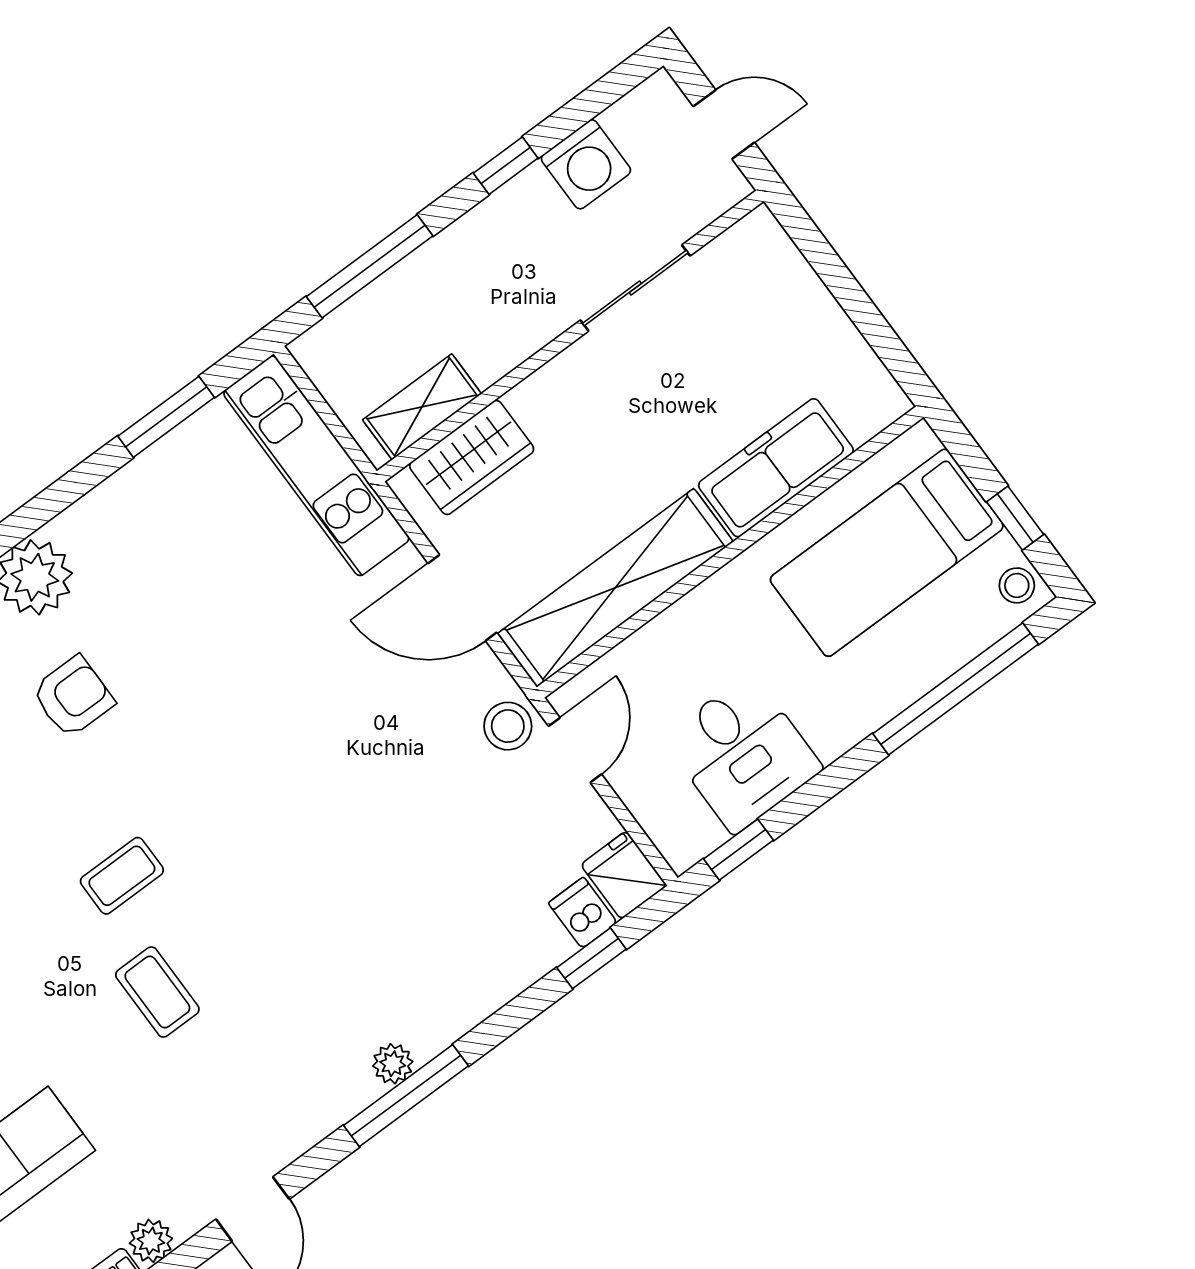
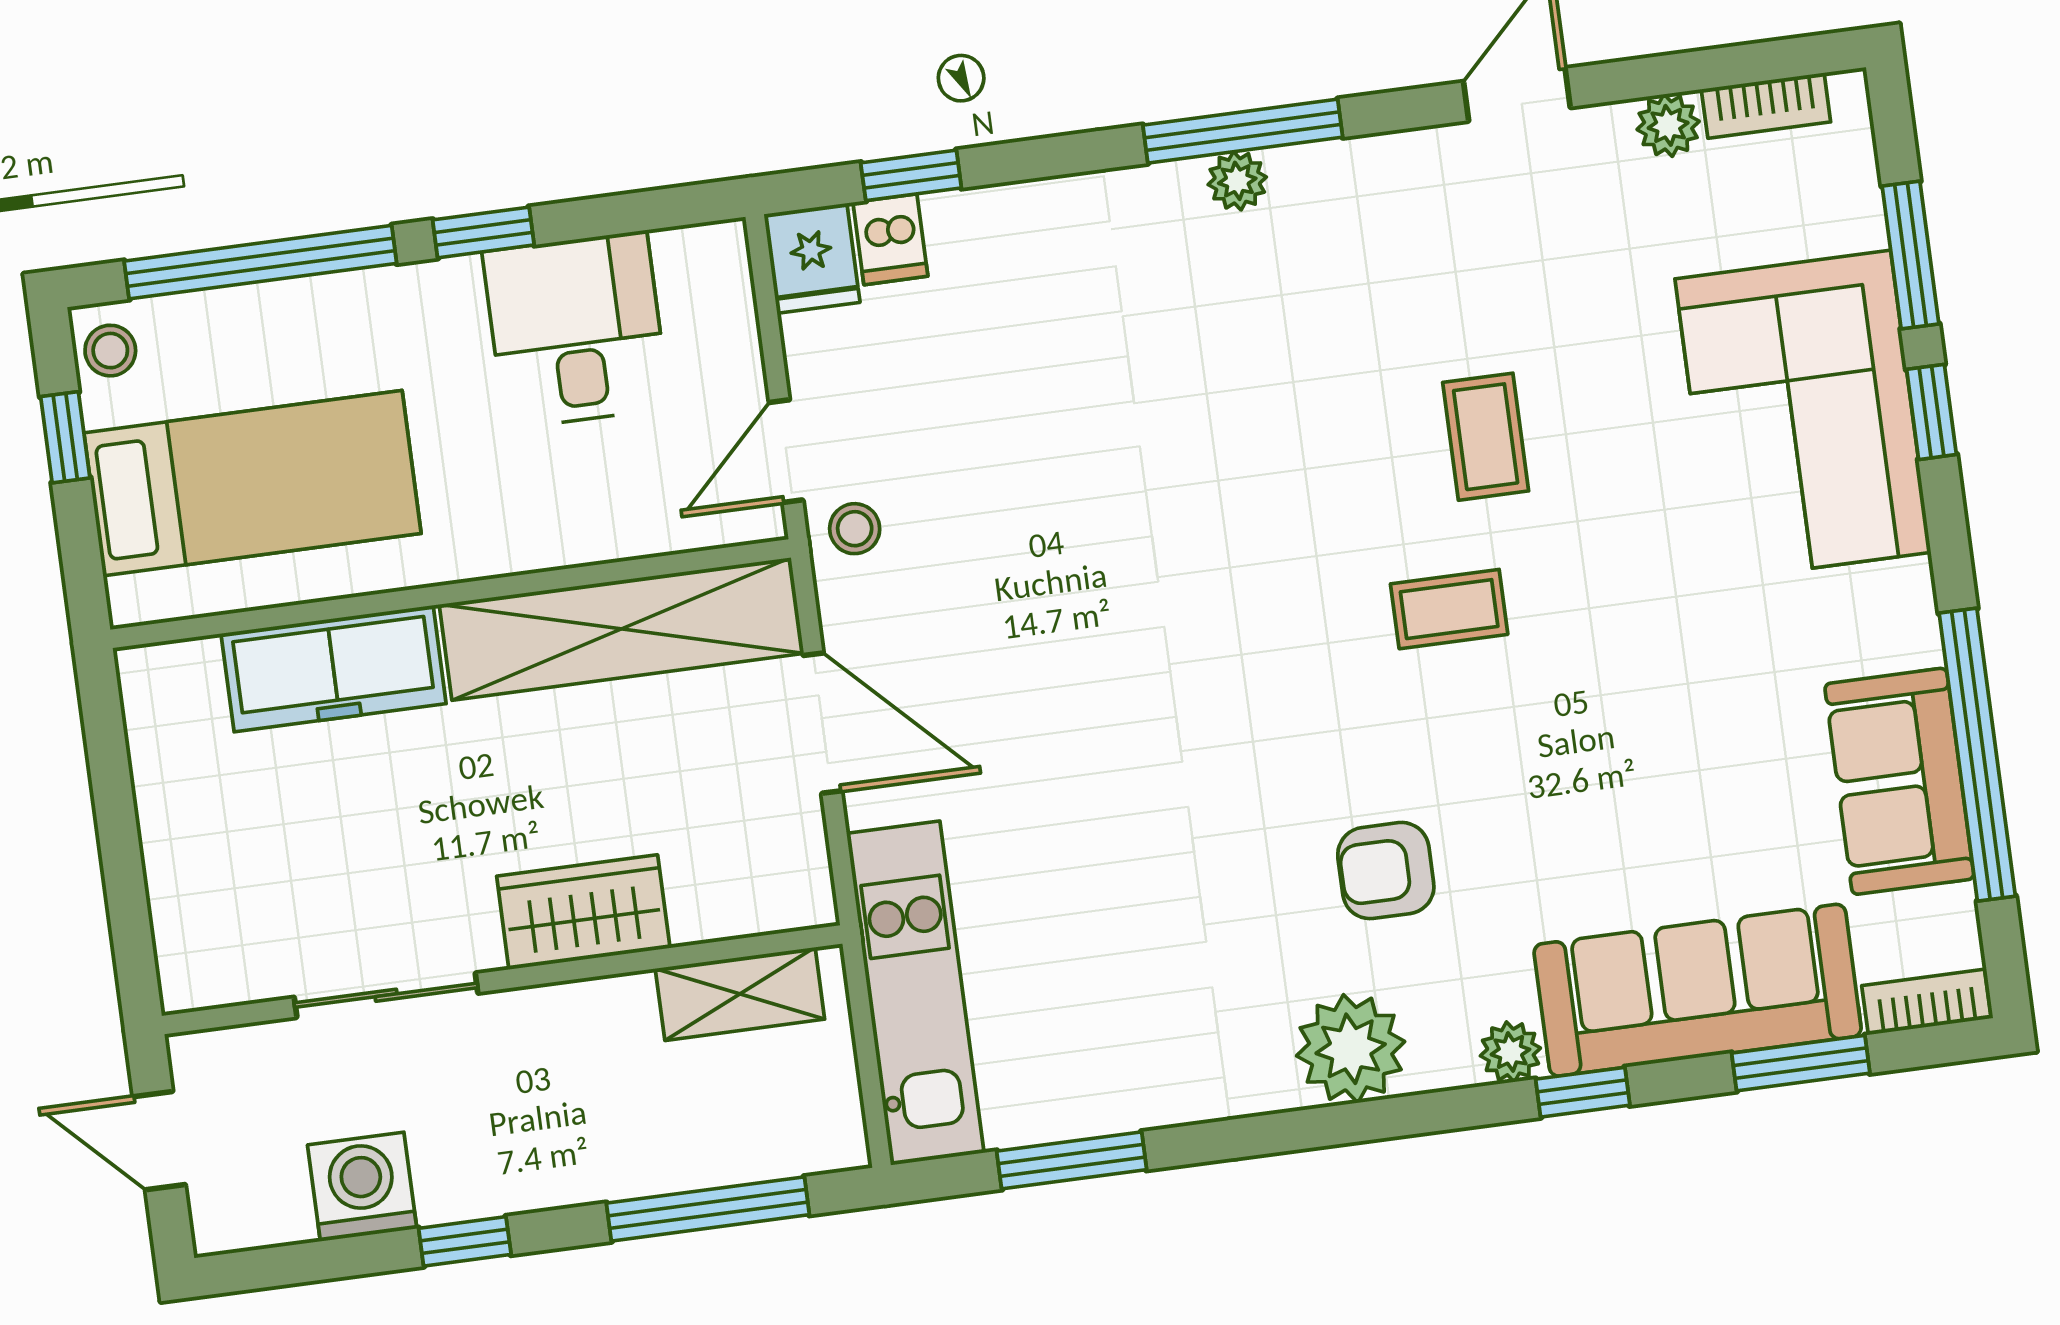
wardrobe: (472, 457) -> (583, 912), moved
stool: (508, 726) -> (855, 529), width x0.73, depth x0.73
window: (738, 850) -> (483, 232), moved

